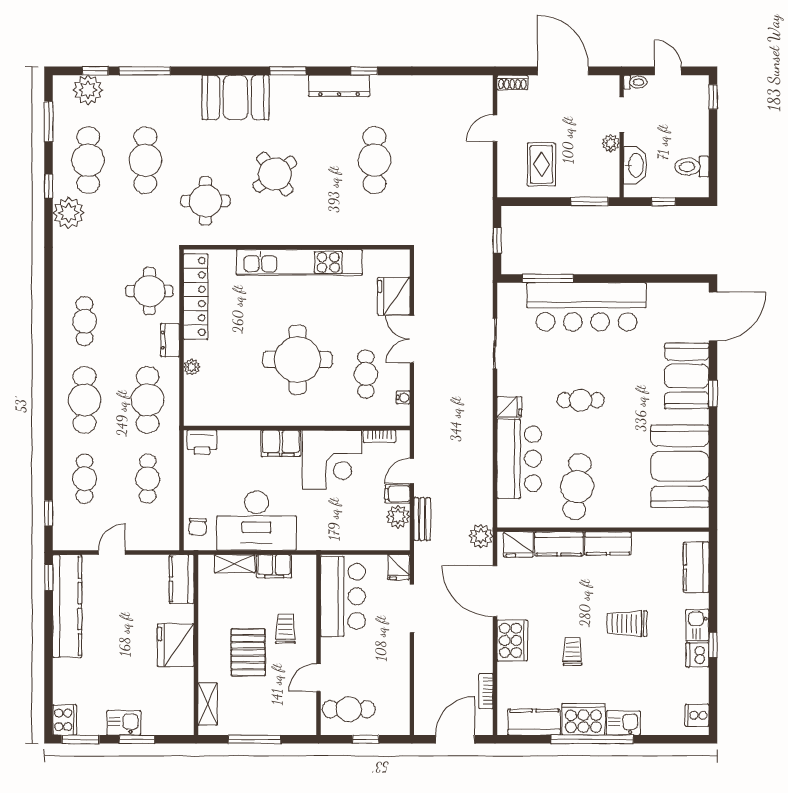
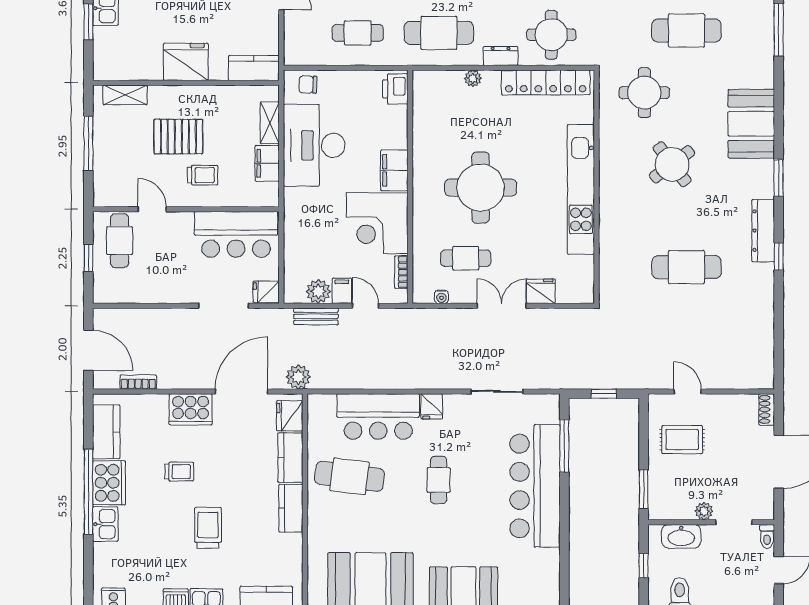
door: (495, 128) -> (687, 391), moved
fridge: (394, 296) -> (541, 291), width x0.73, depth x0.75

